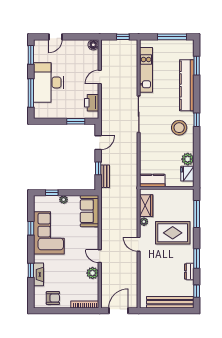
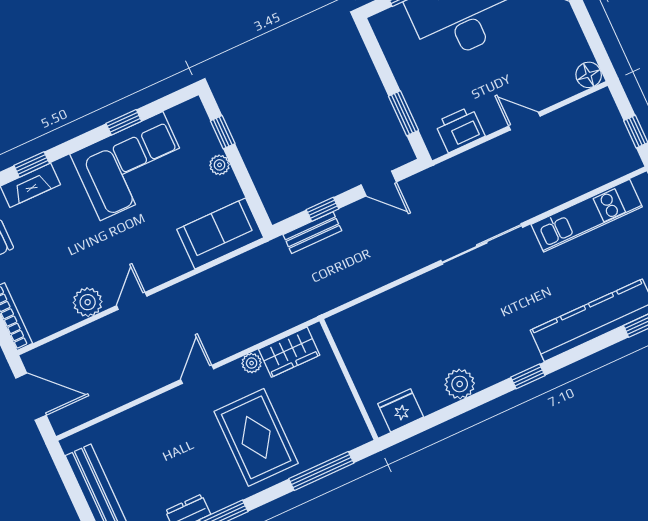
stool: (179, 128) -> (493, 346), removed
plant: (188, 159) -> (460, 384), moved
kitchen counter: (152, 180) -> (350, 340), removed

